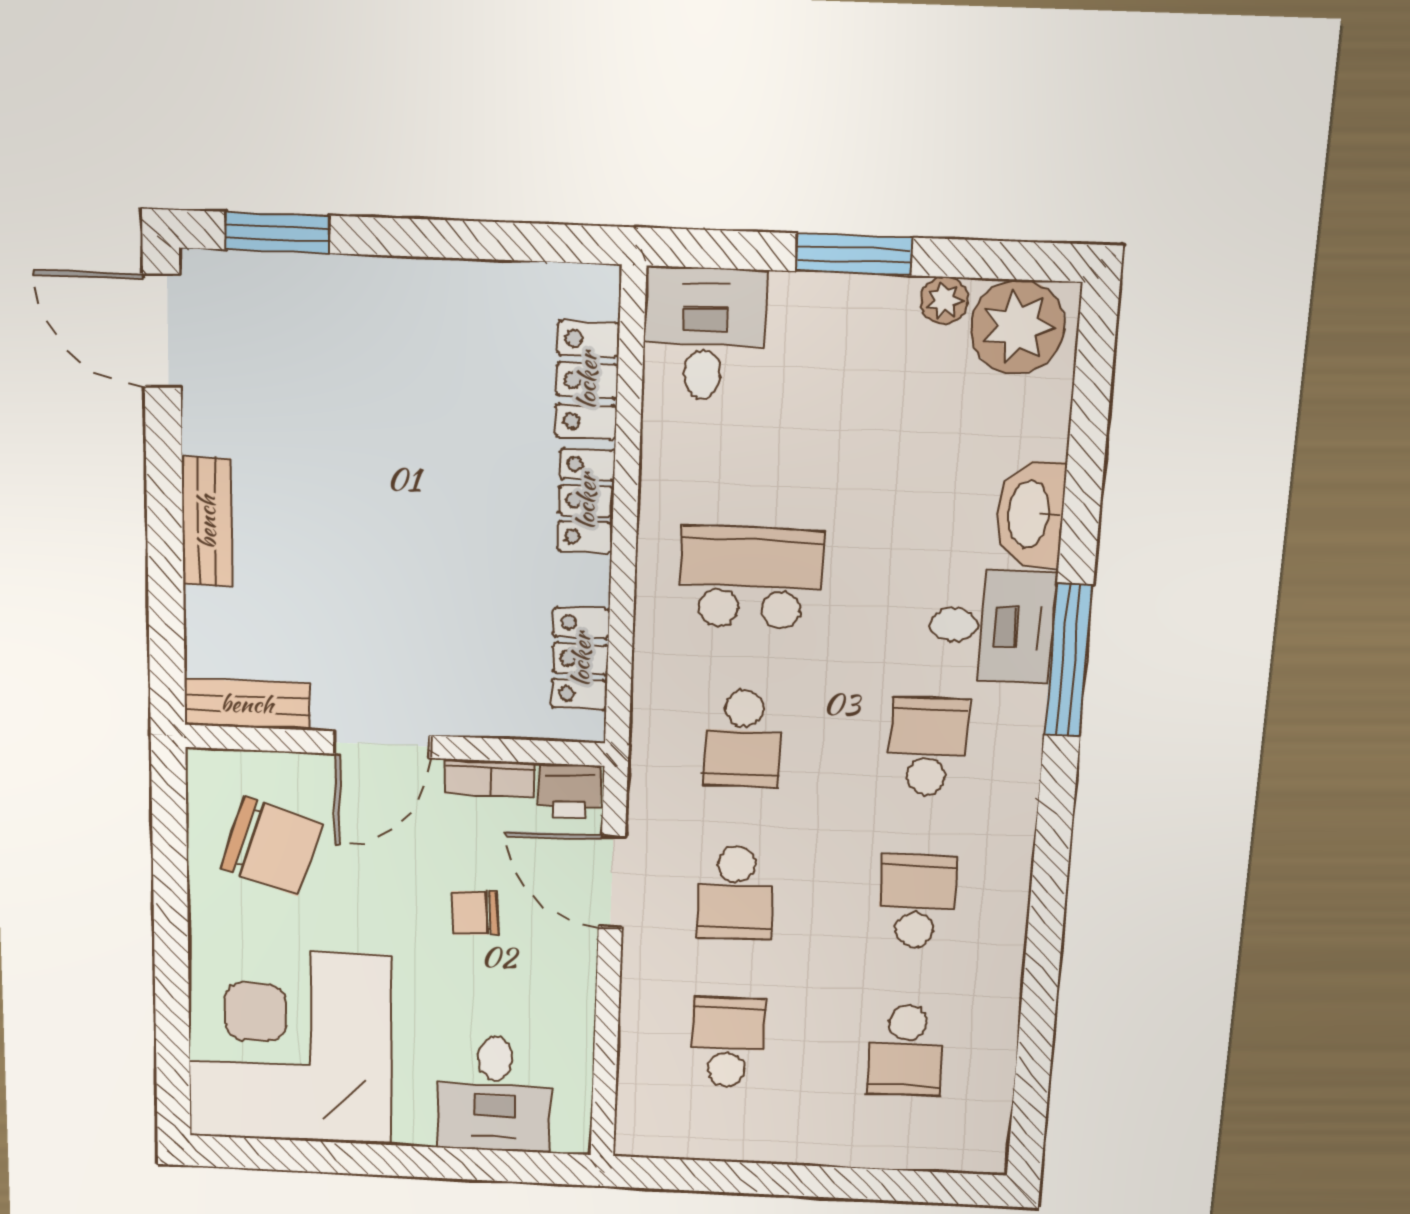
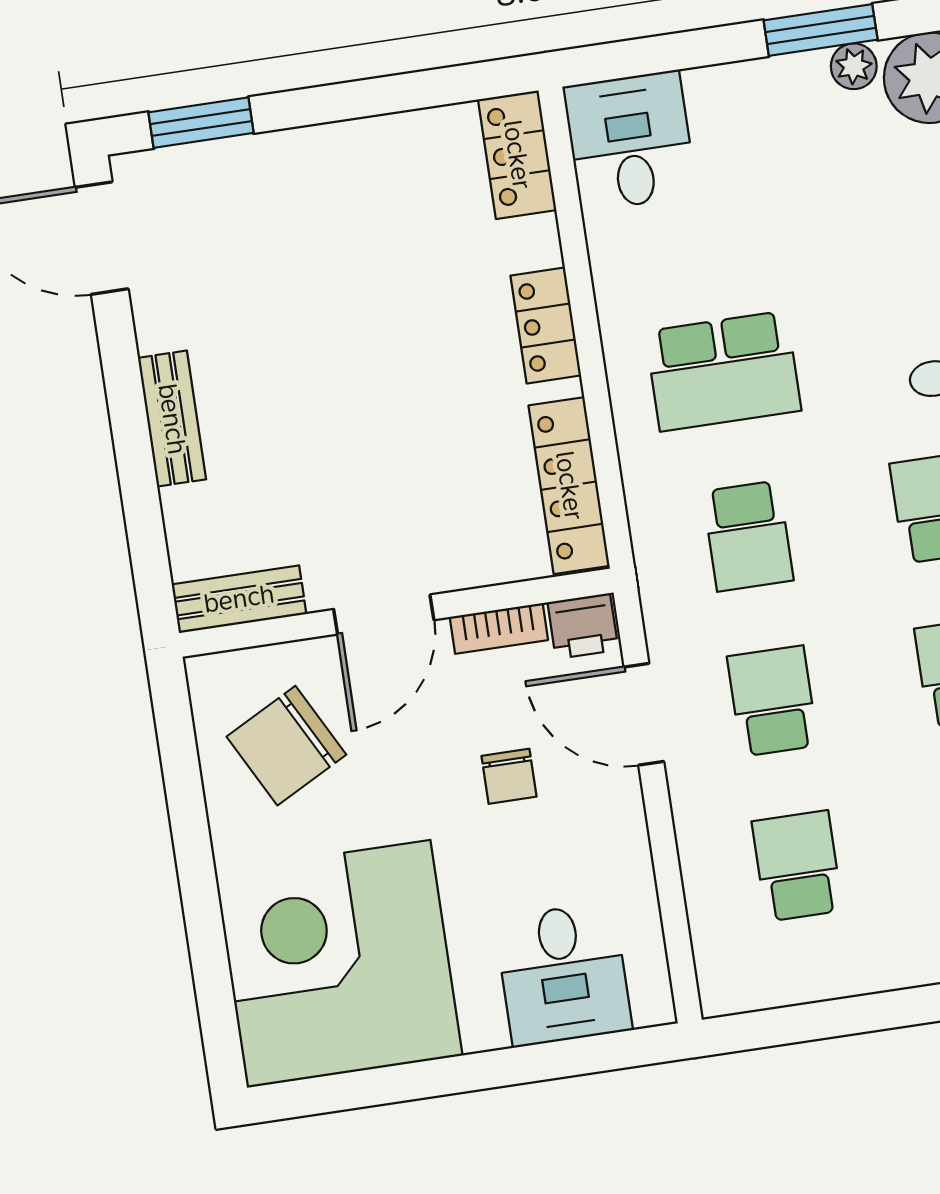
window: (854, 254) -> (821, 30), moved
locker: (587, 380) -> (517, 155), moved
school desk: (751, 578) -> (723, 371), turned 180
locker: (581, 659) -> (569, 486), width x1.53
chair: (271, 846) -> (286, 746), turned 134
school desk: (735, 893) -> (773, 701), turned 180
chair: (475, 913) -> (509, 776), turned -87

